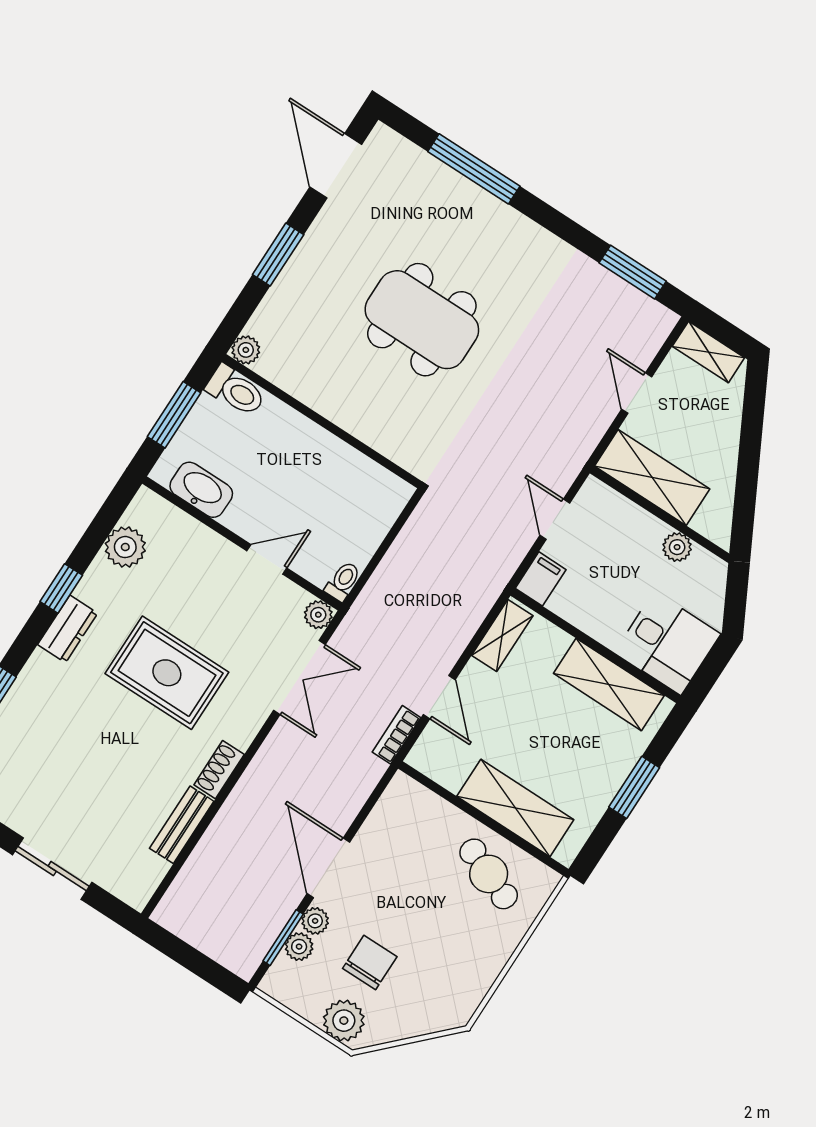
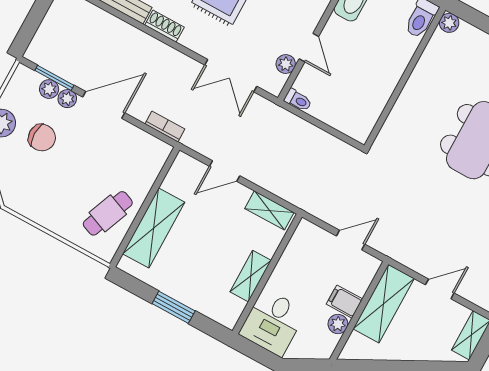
filing cabinet: (541, 579) -> (344, 302), moved, turned 180
plant: (318, 615) -> (286, 64), moved
shelving: (609, 684) -> (251, 276), width x0.67, depth x0.75
bookcase: (396, 735) -> (165, 127), moved

